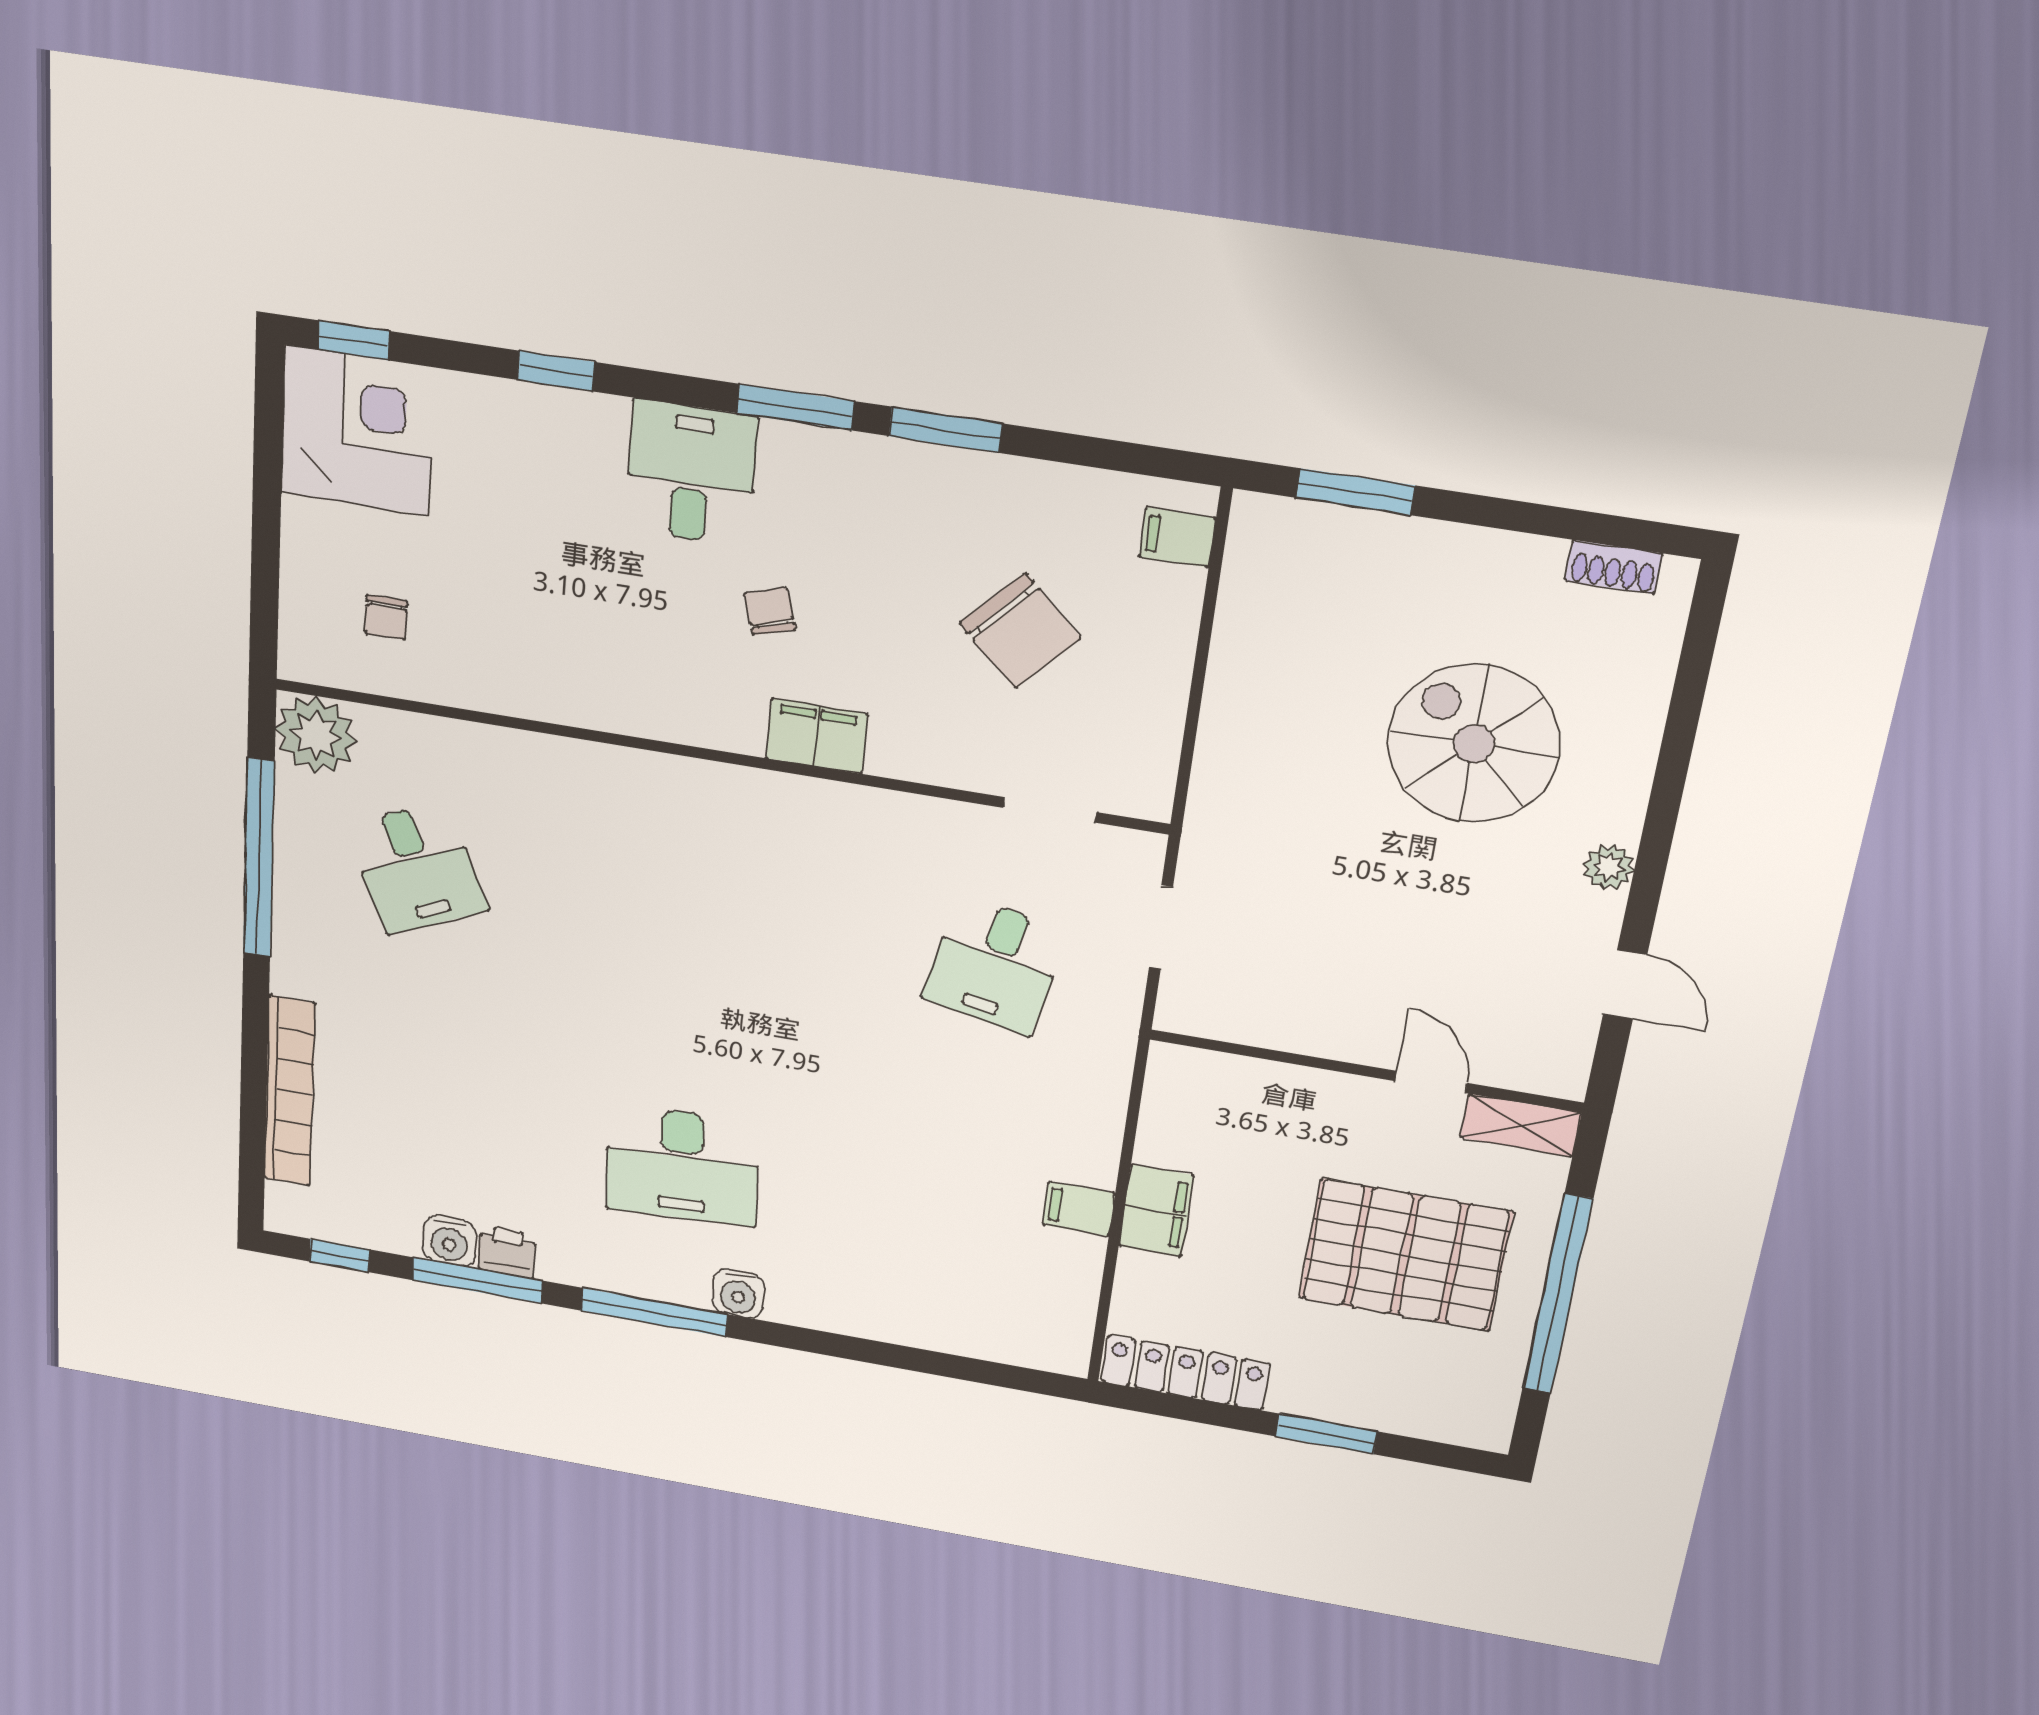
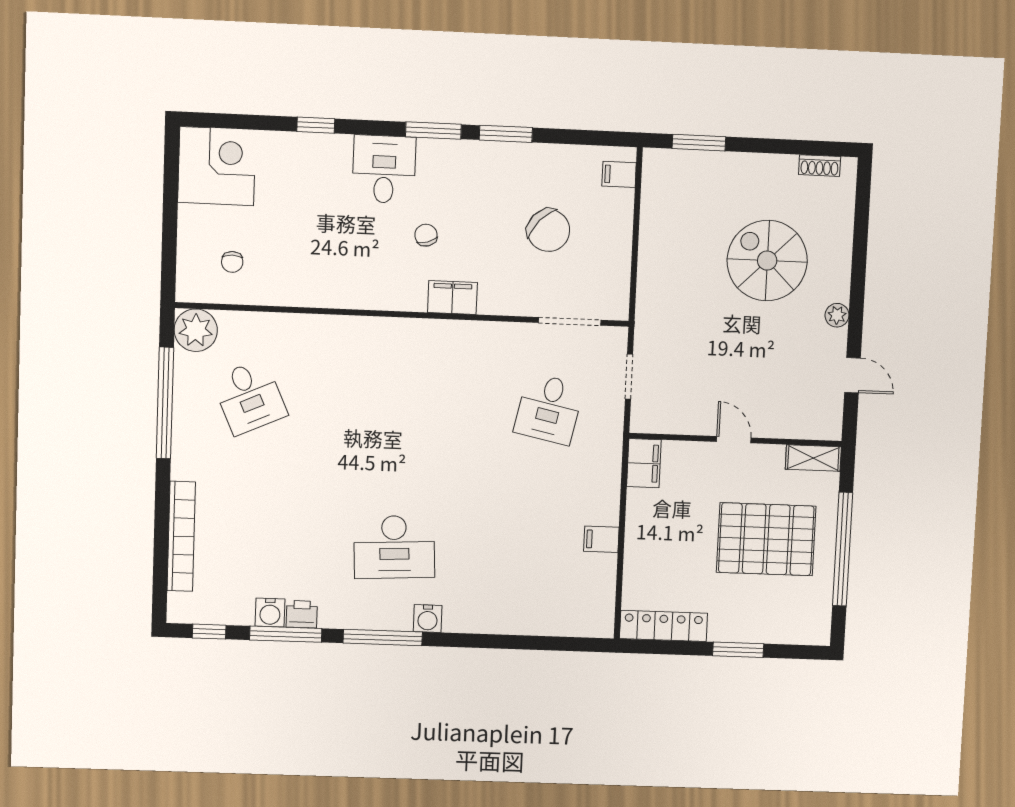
window: (353, 340) -> (215, 121), removed
doorway: (1050, 810) -> (570, 321), width x1.38
door: (1431, 1082) -> (734, 440), moved
filing cabinet: (1156, 1211) -> (644, 463), moved

